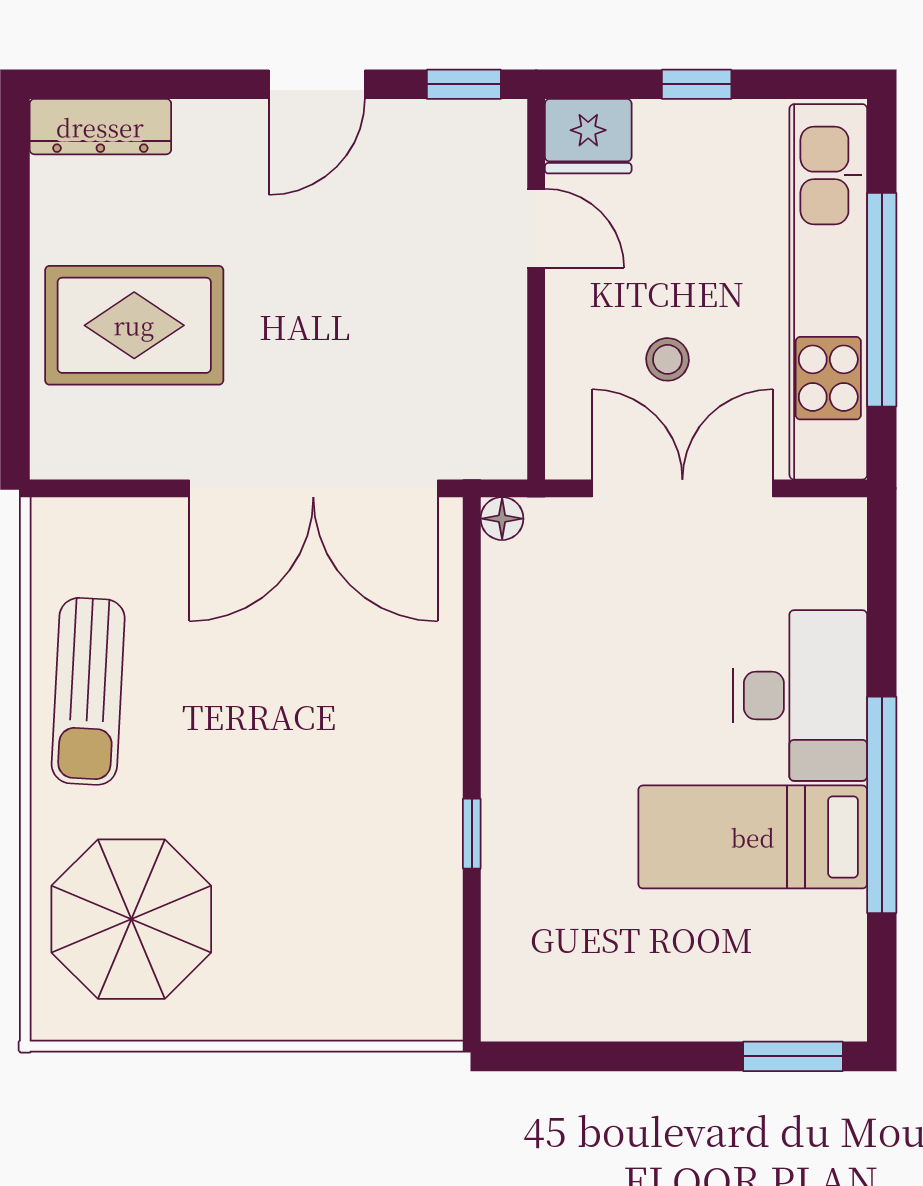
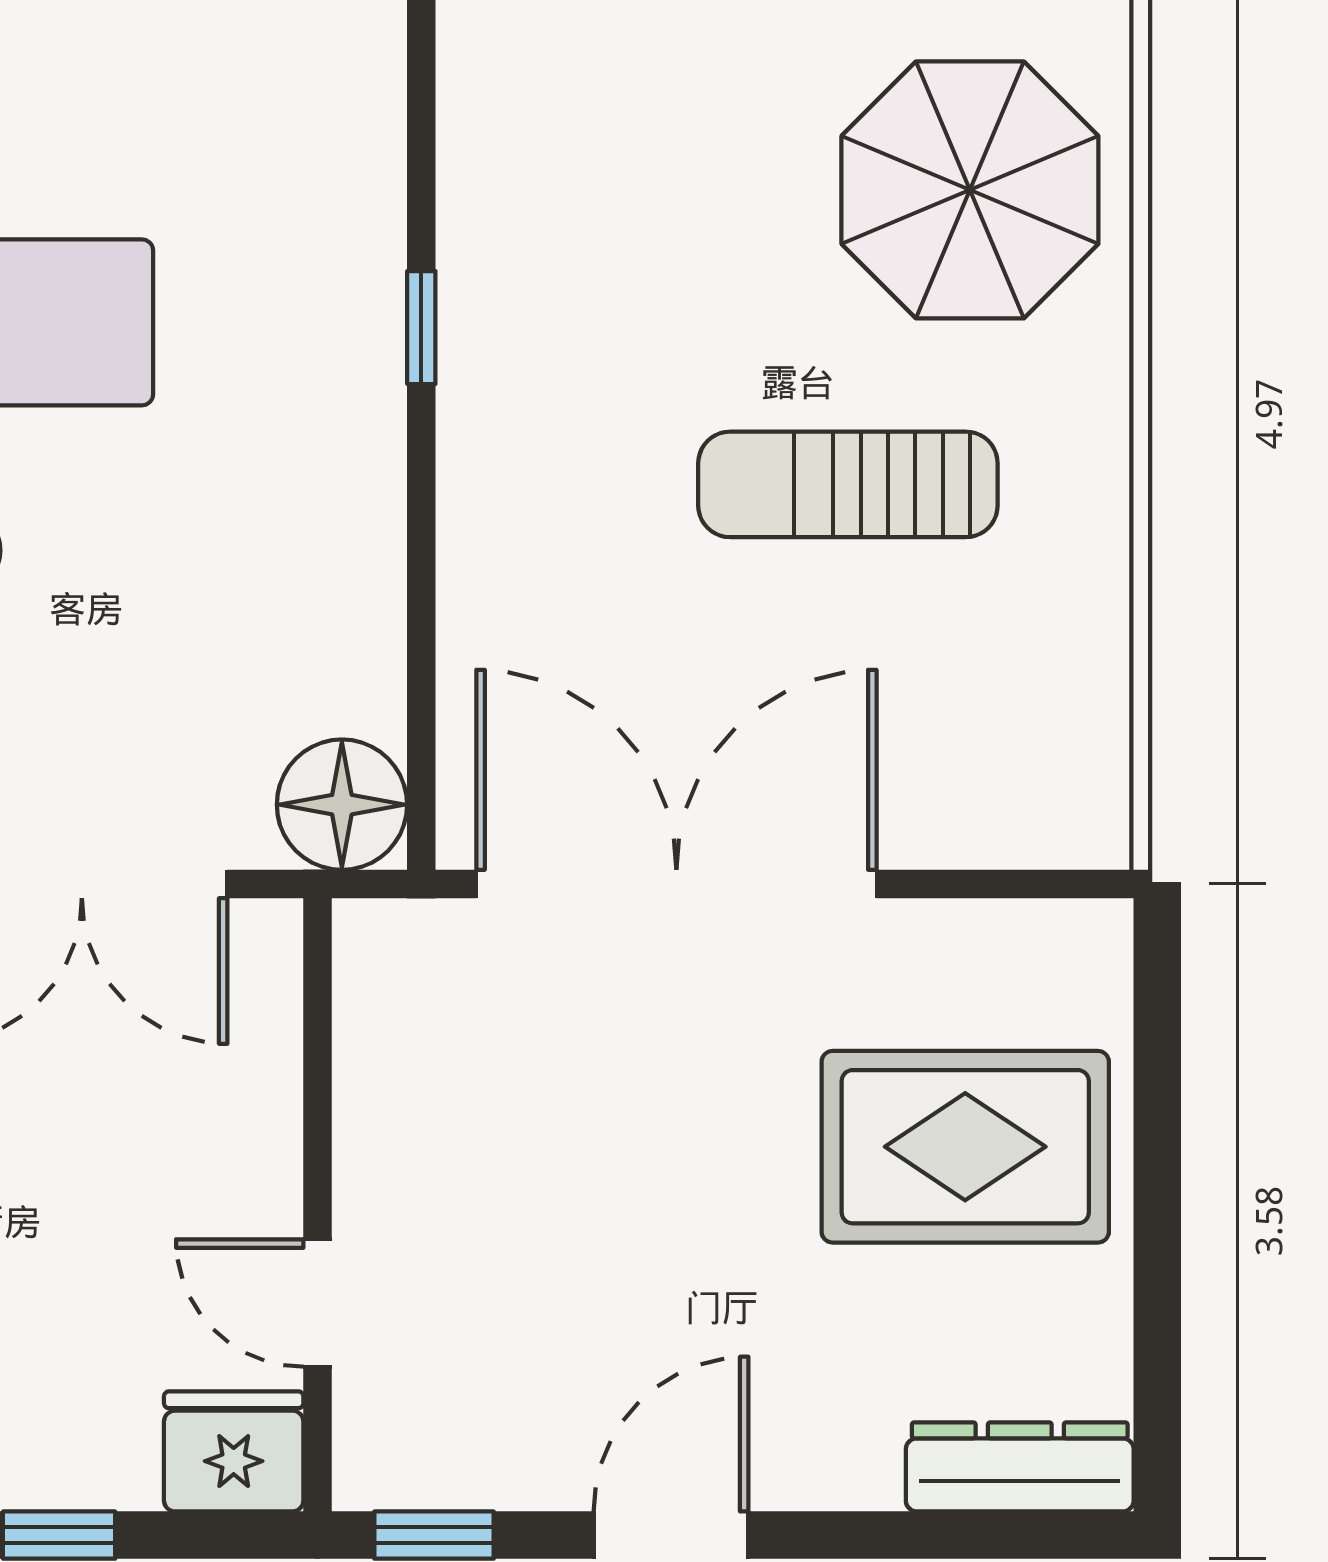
stool: (668, 359) -> (106, 1092), removed
floor lamp: (502, 519) -> (342, 805), width x1.89, depth x1.89
sun lounger: (88, 691) -> (848, 484), moved, turned -93

